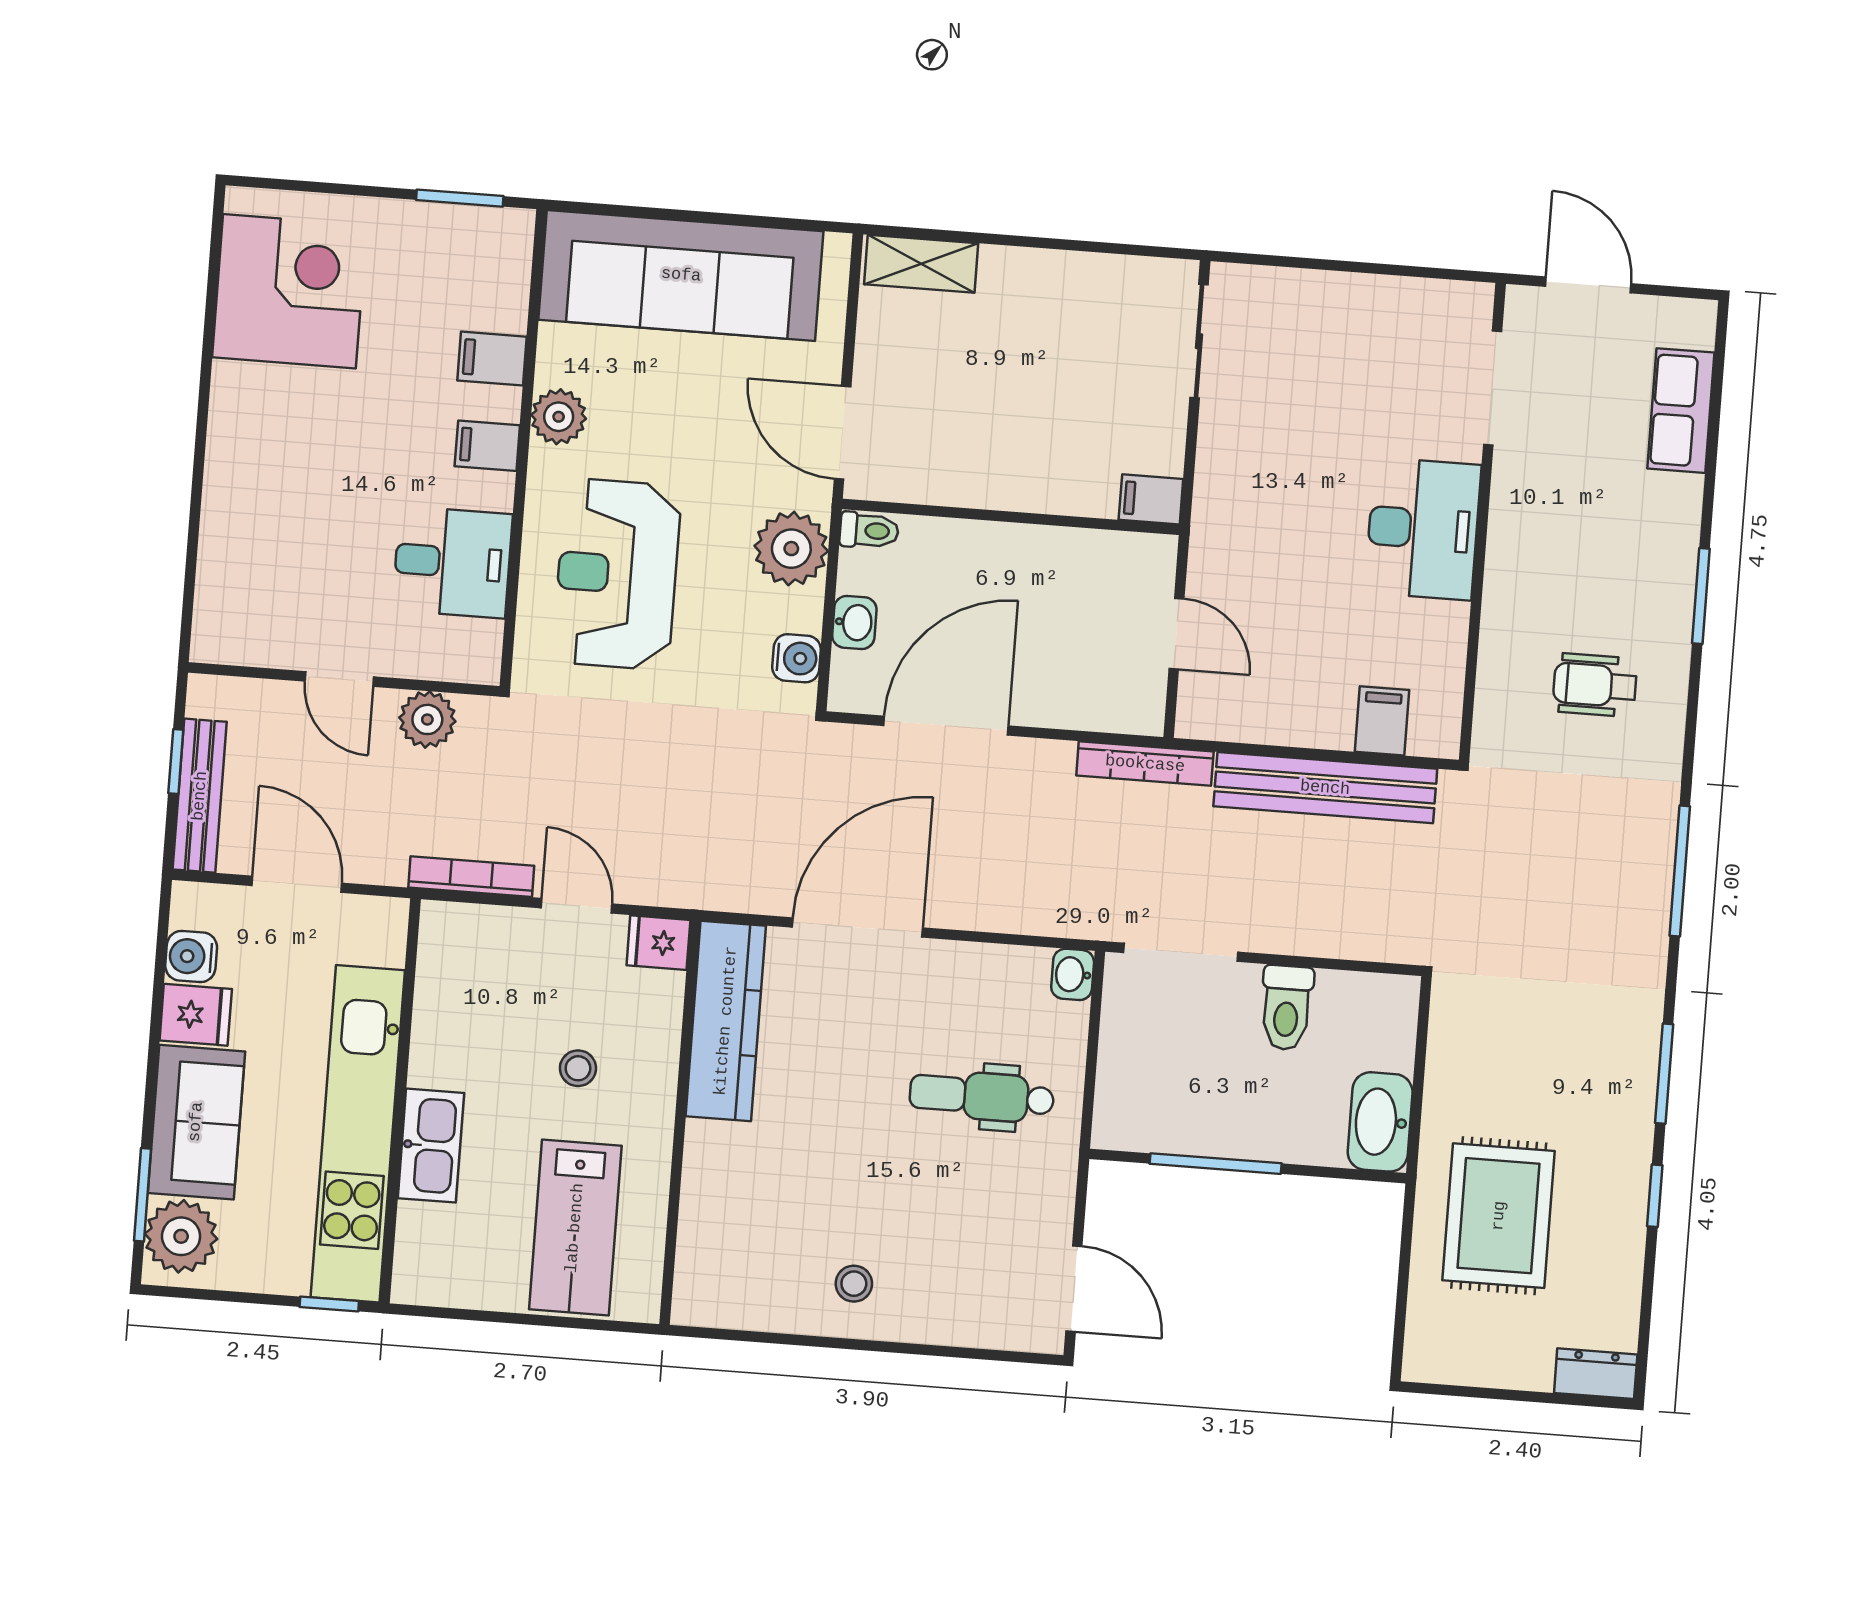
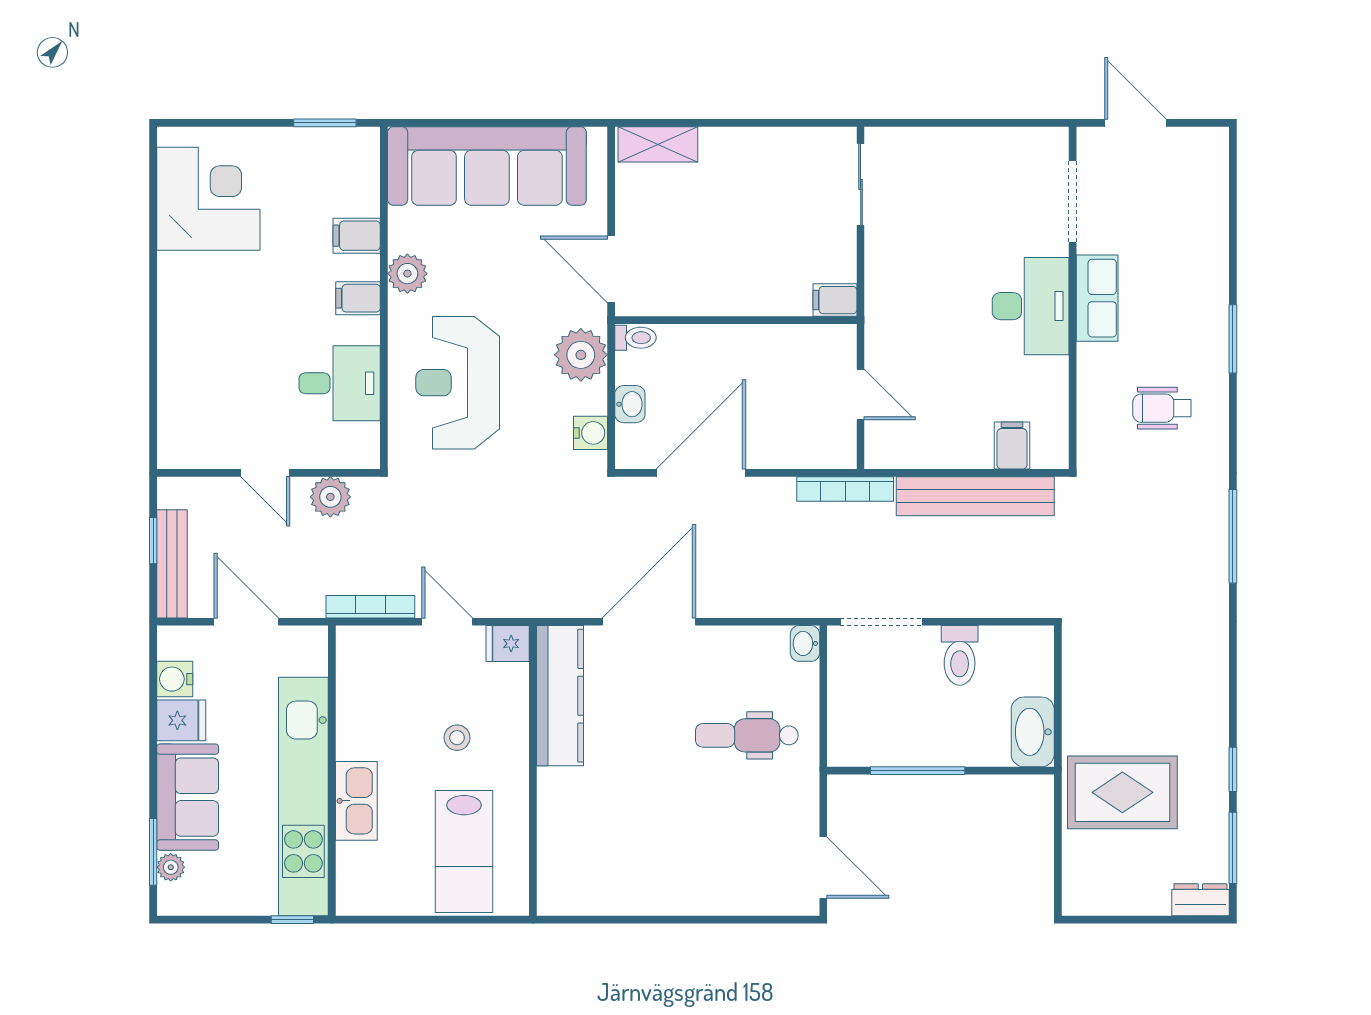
row of seats: (1681, 411) -> (1097, 298), moved, turned 180
window: (1664, 1074) -> (1233, 848), moved
rug: (1499, 1216) -> (1122, 792), turned 90
plant: (181, 1236) -> (171, 867), width x0.53, depth x0.53
stool: (854, 1284) -> (666, 876), removed

